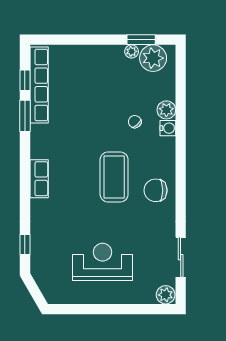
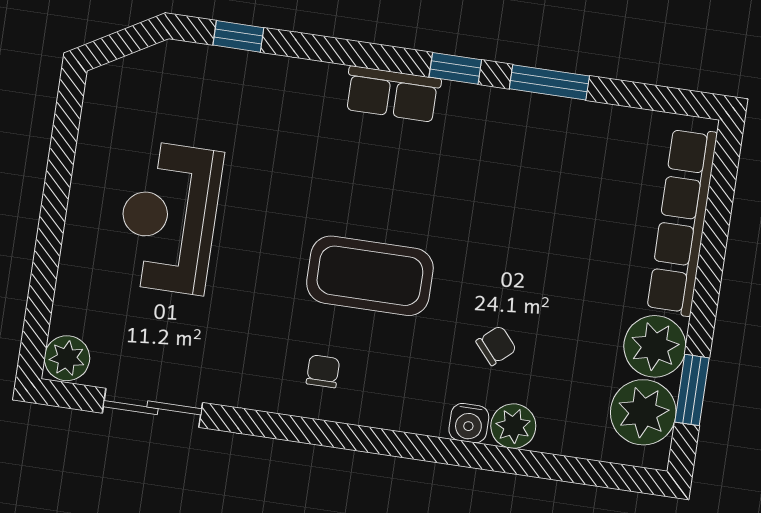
plant: (132, 51) -> (655, 346), width x1.87, depth x1.87
window: (25, 80) -> (455, 68), moved
row of seats: (39, 85) -> (682, 221), moved, turned 90
chair: (156, 190) -> (323, 371), width x0.54, depth x0.54
reception desk: (102, 262) -> (169, 217), turned 180

